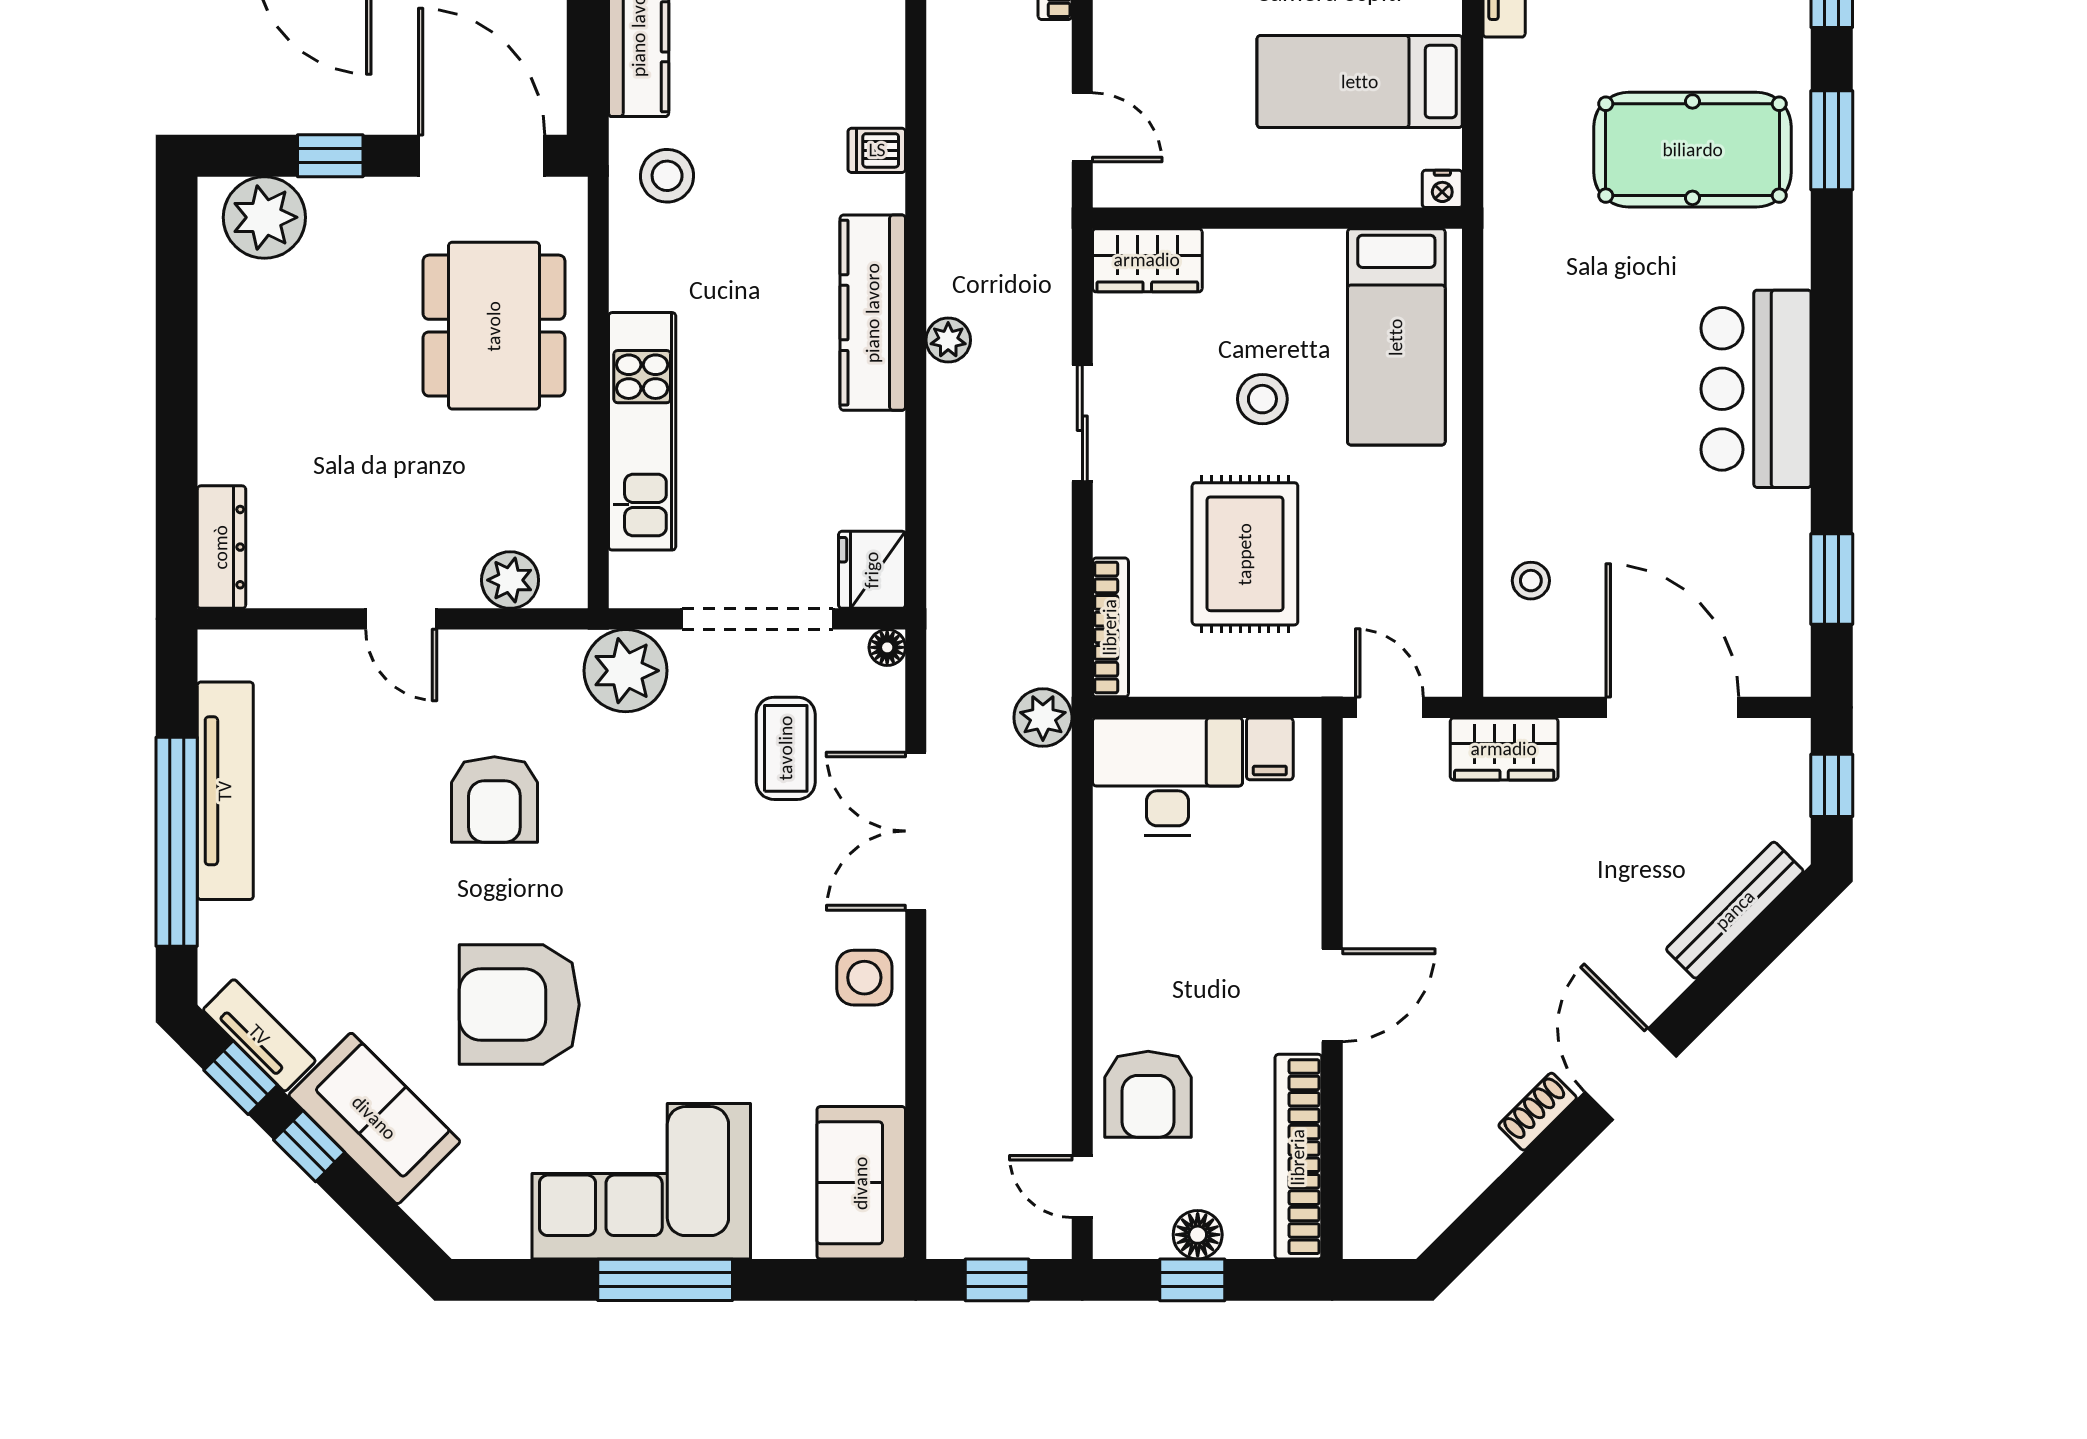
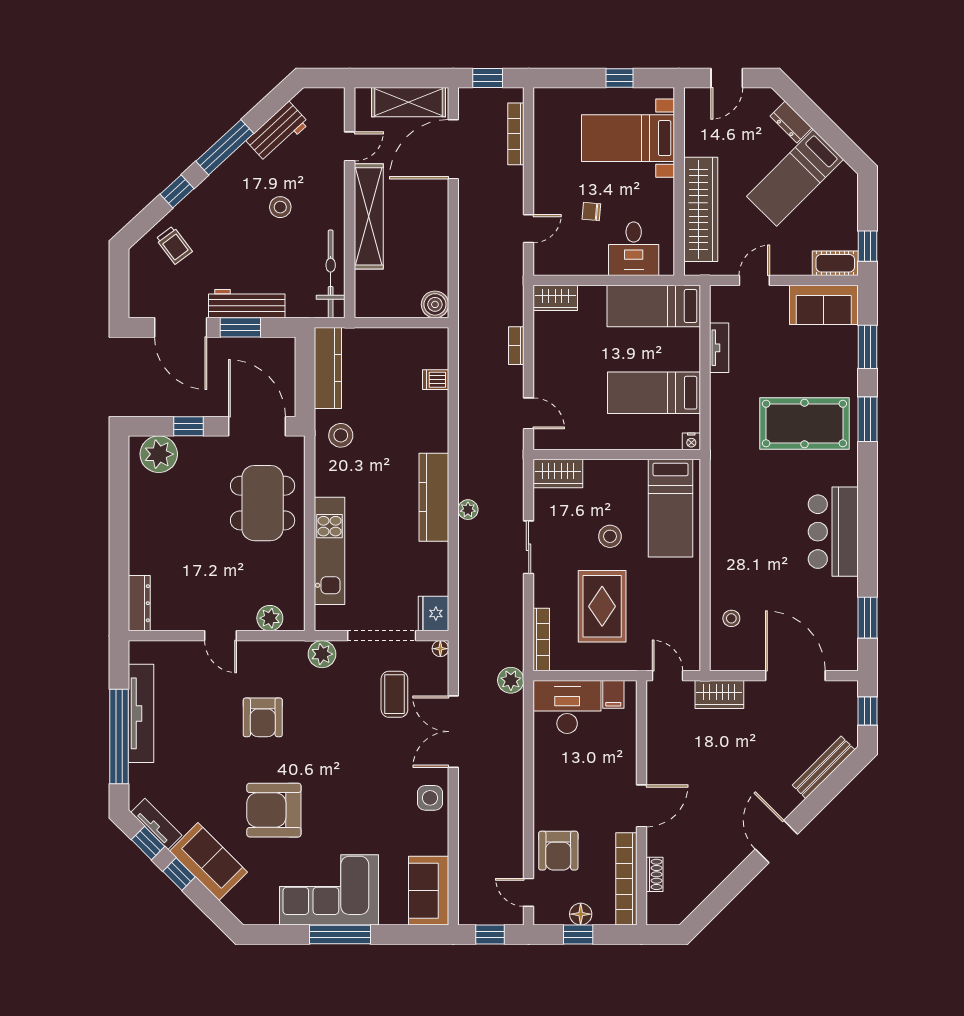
dishwasher: (877, 150) -> (436, 380), moved
plant: (626, 671) -> (322, 654), width x0.73, depth x0.73
shoe rack: (1538, 1112) -> (655, 874), moved, turned 135

